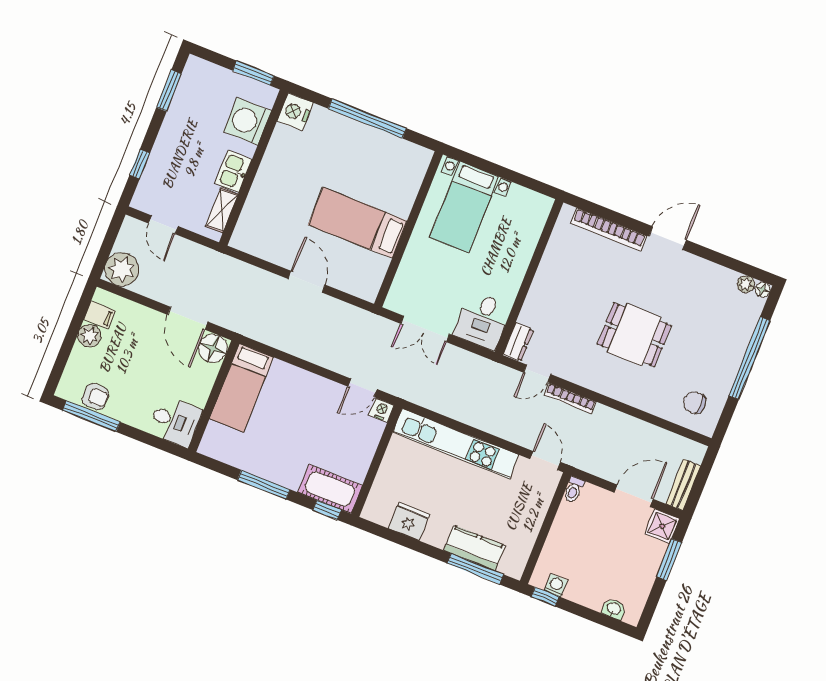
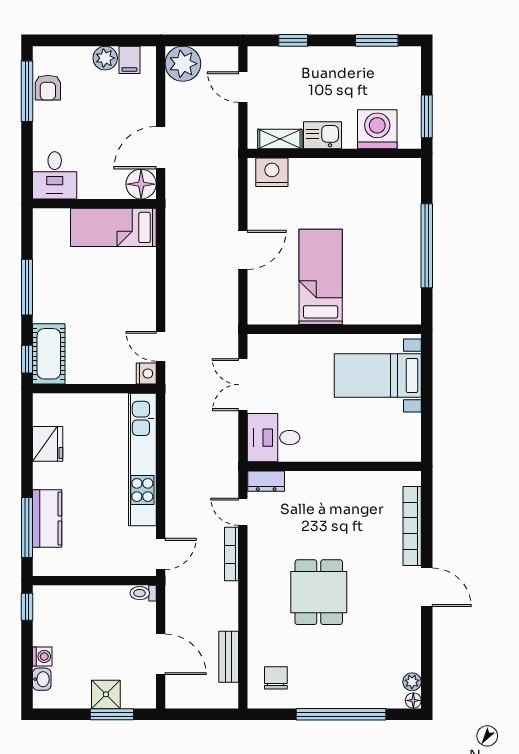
nightstand: (295, 112) -> (272, 172), moved
door: (163, 225) -> (243, 87), hinge flipped
bench: (683, 485) -> (229, 657), moved, turned 90
shower: (662, 526) -> (106, 694), moved
washing machine: (556, 585) -> (42, 656), moved

